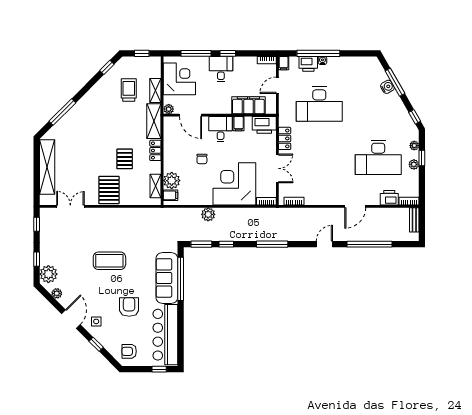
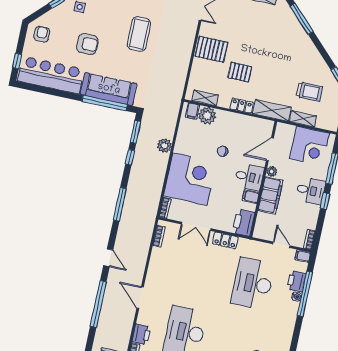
filing cabinet: (248, 105) -> (271, 195), moved
plant: (169, 109) -> (272, 171), moved

